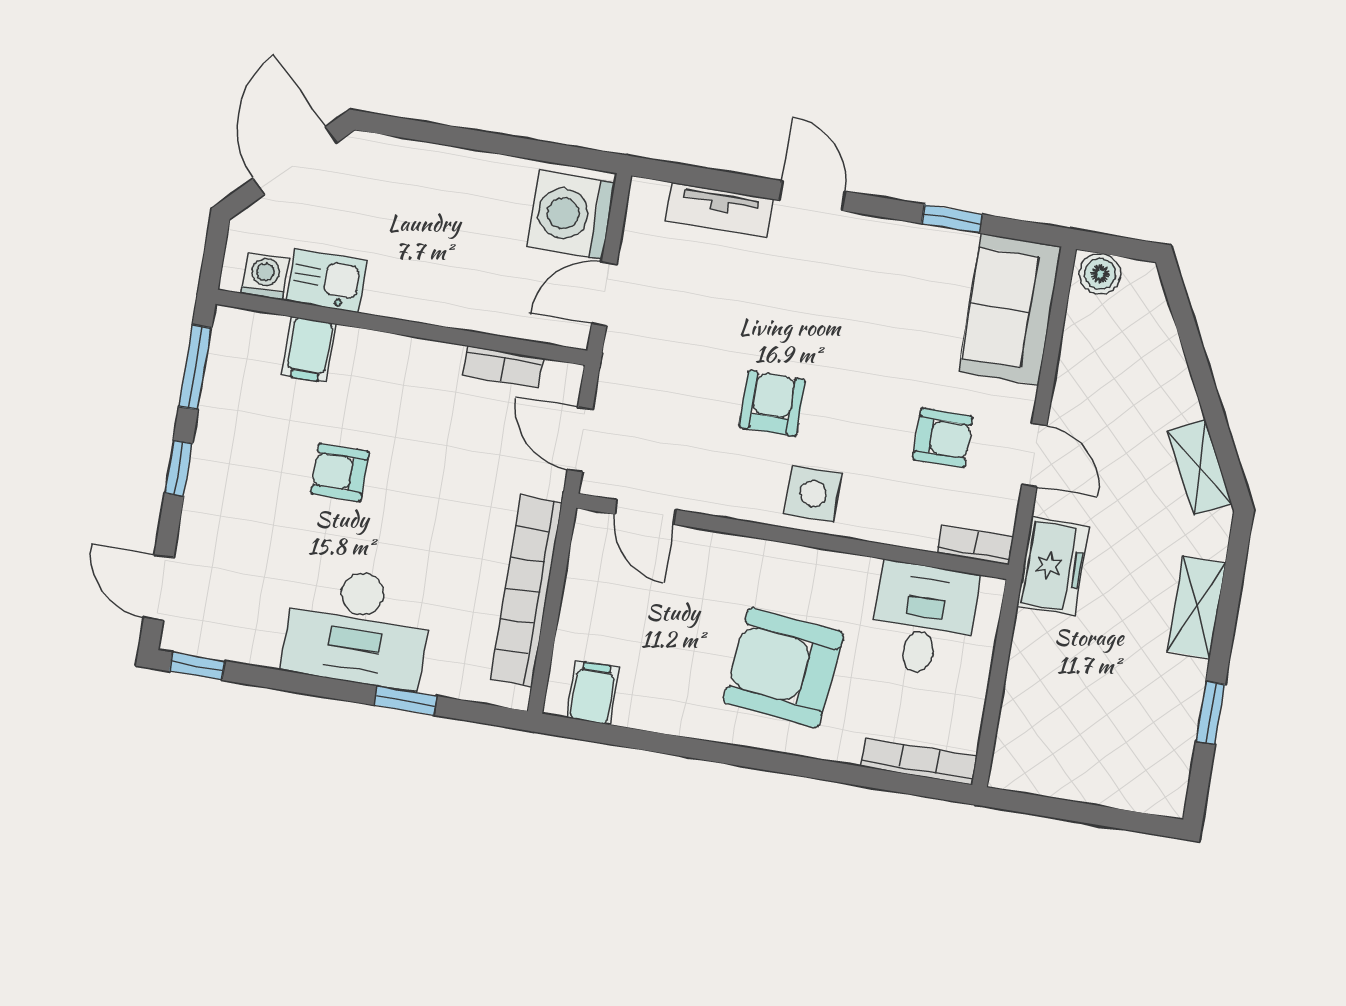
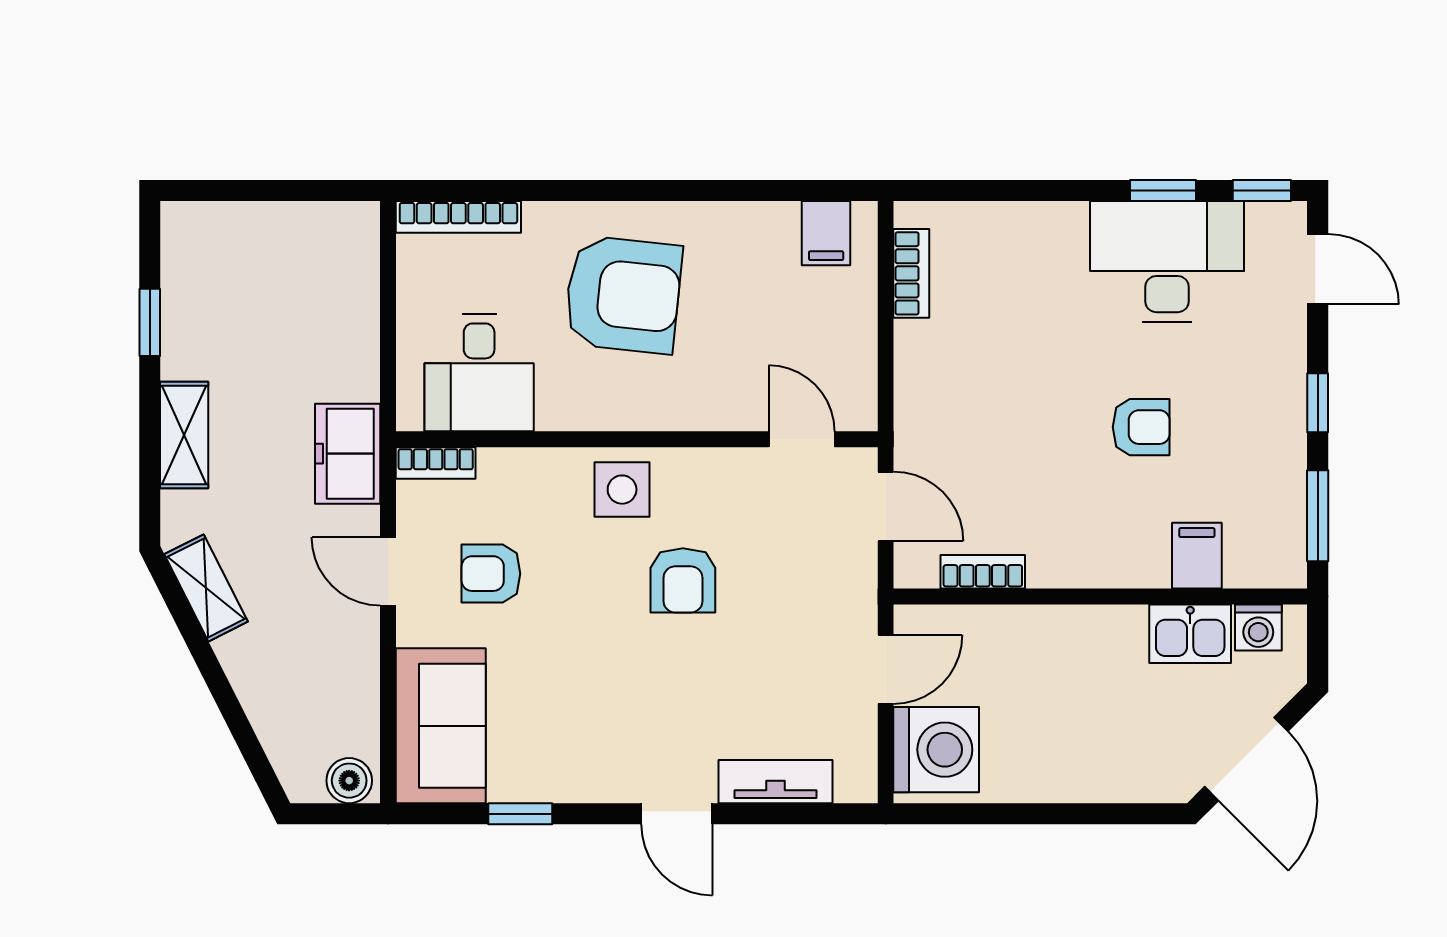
bookcase: (526, 591) -> (911, 273), width x0.43, depth x0.76
desk: (357, 628) -> (1167, 261), moved
window: (405, 701) -> (1163, 190), moved

